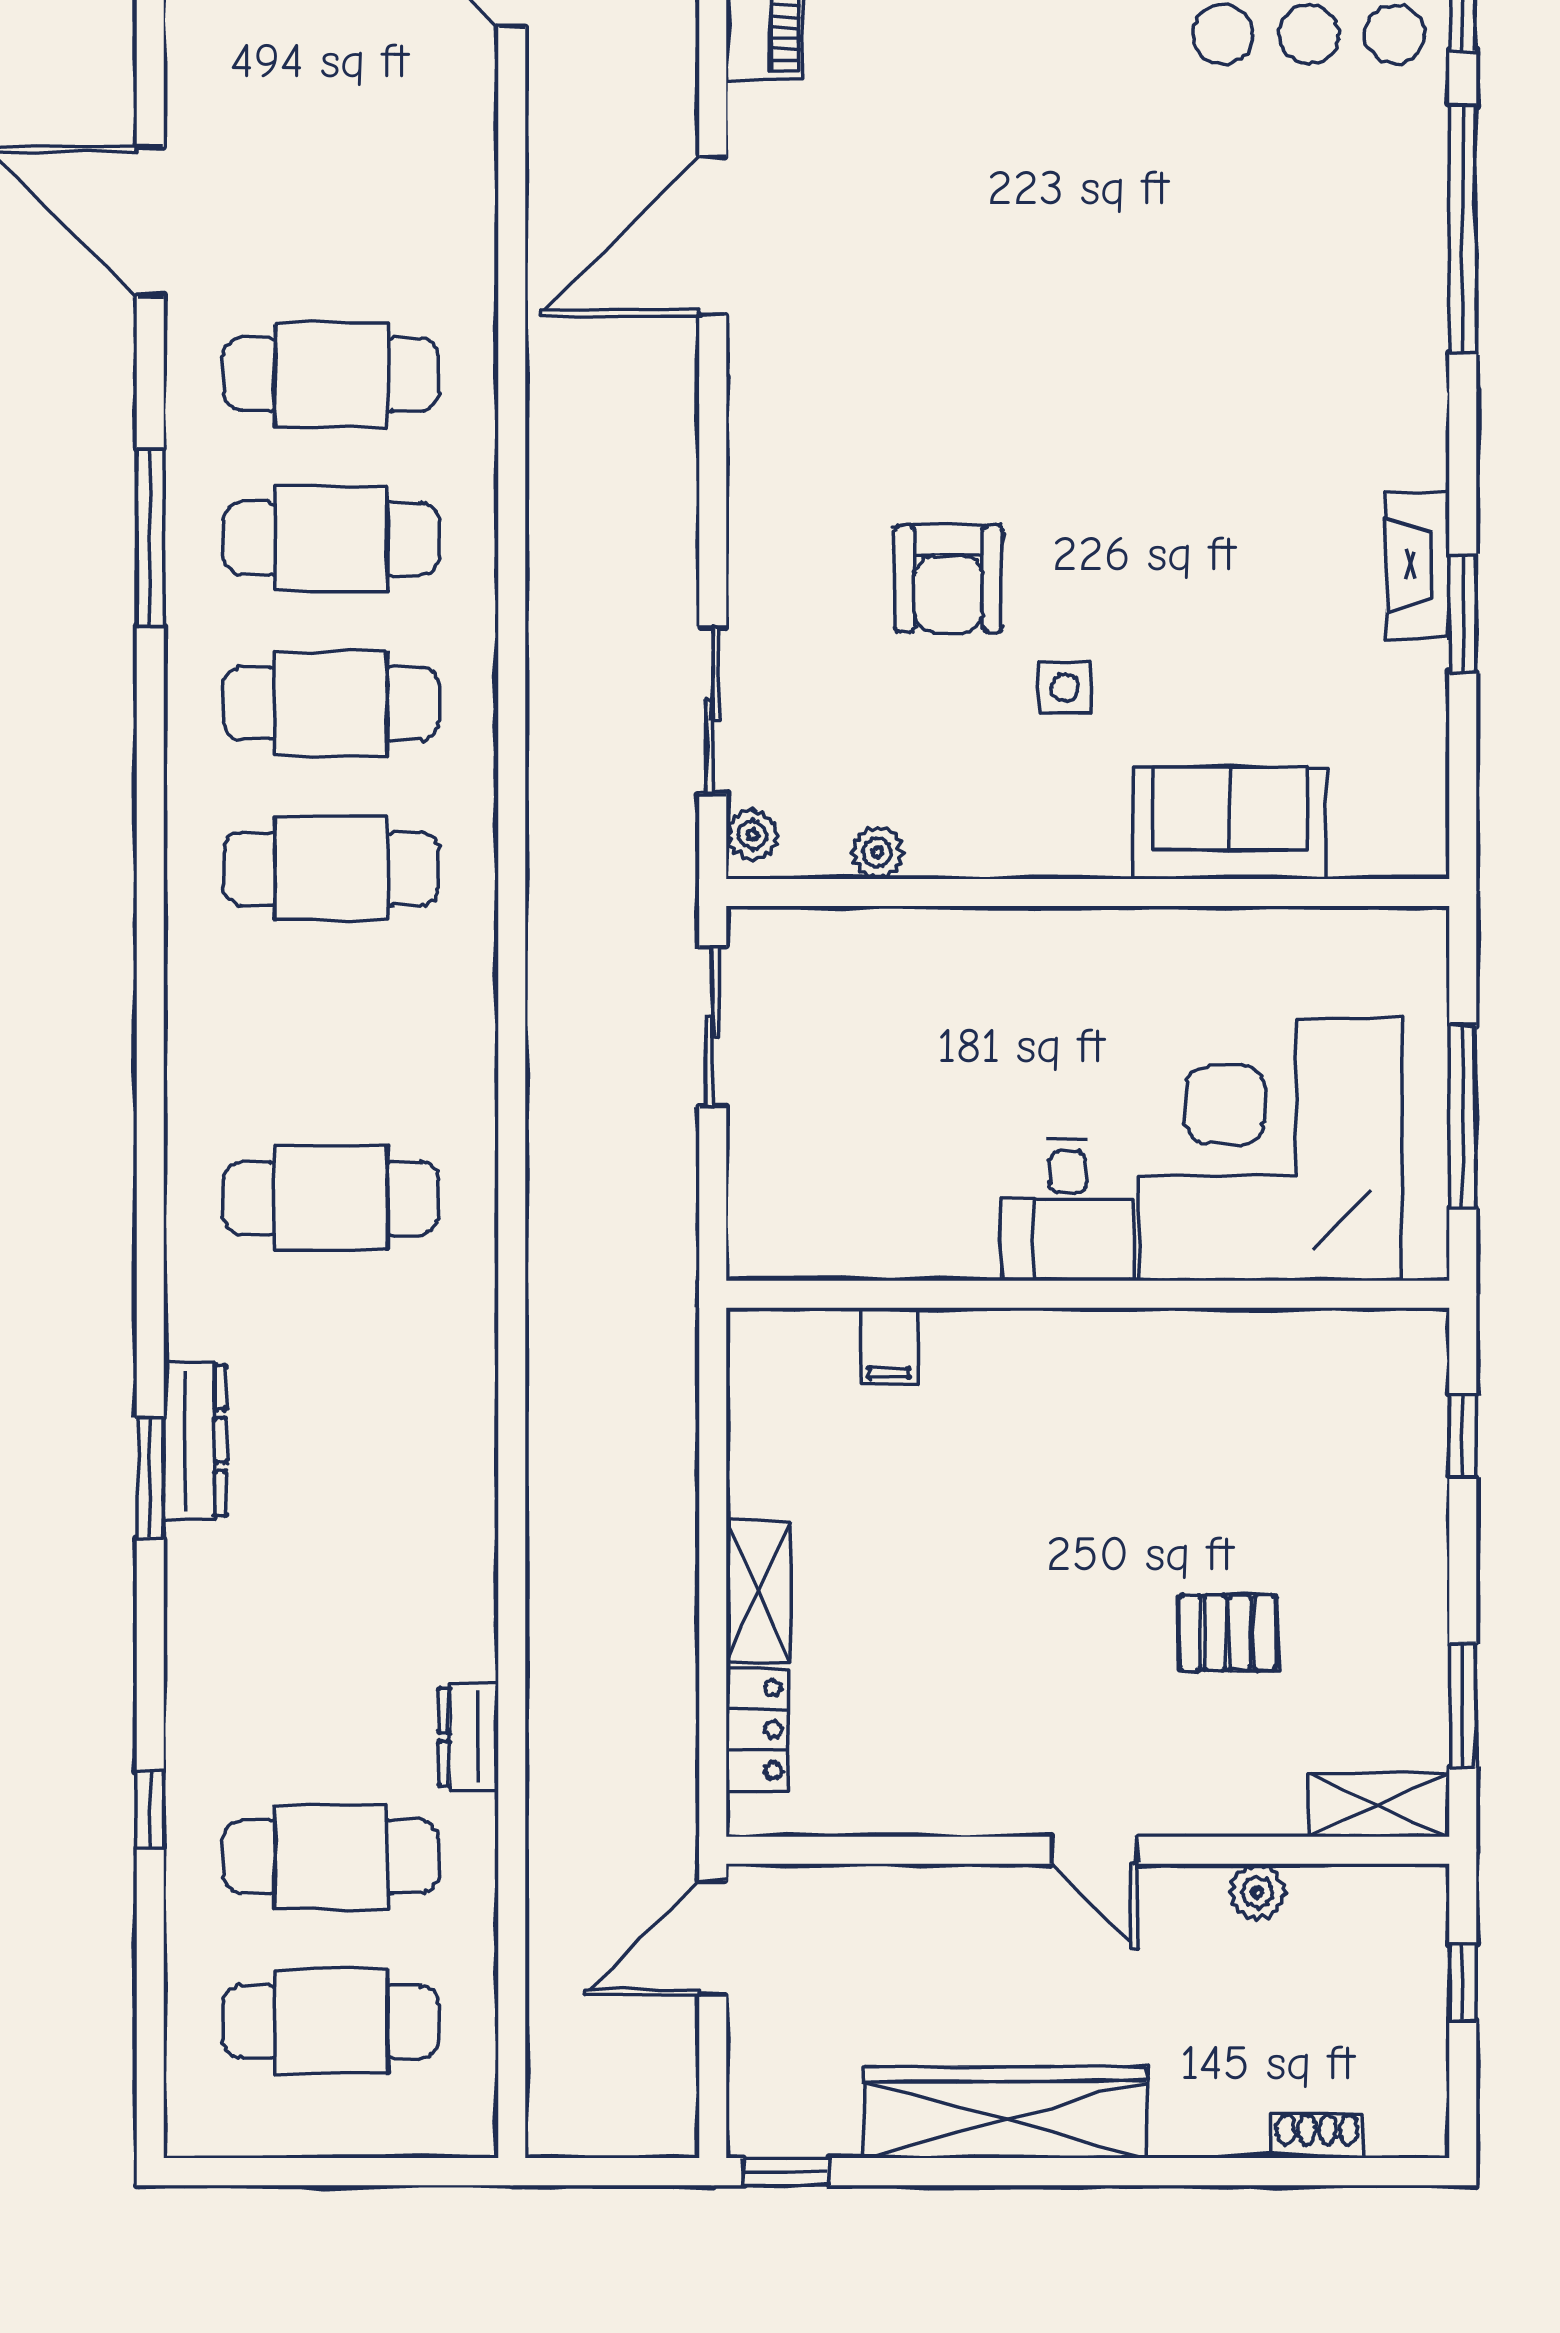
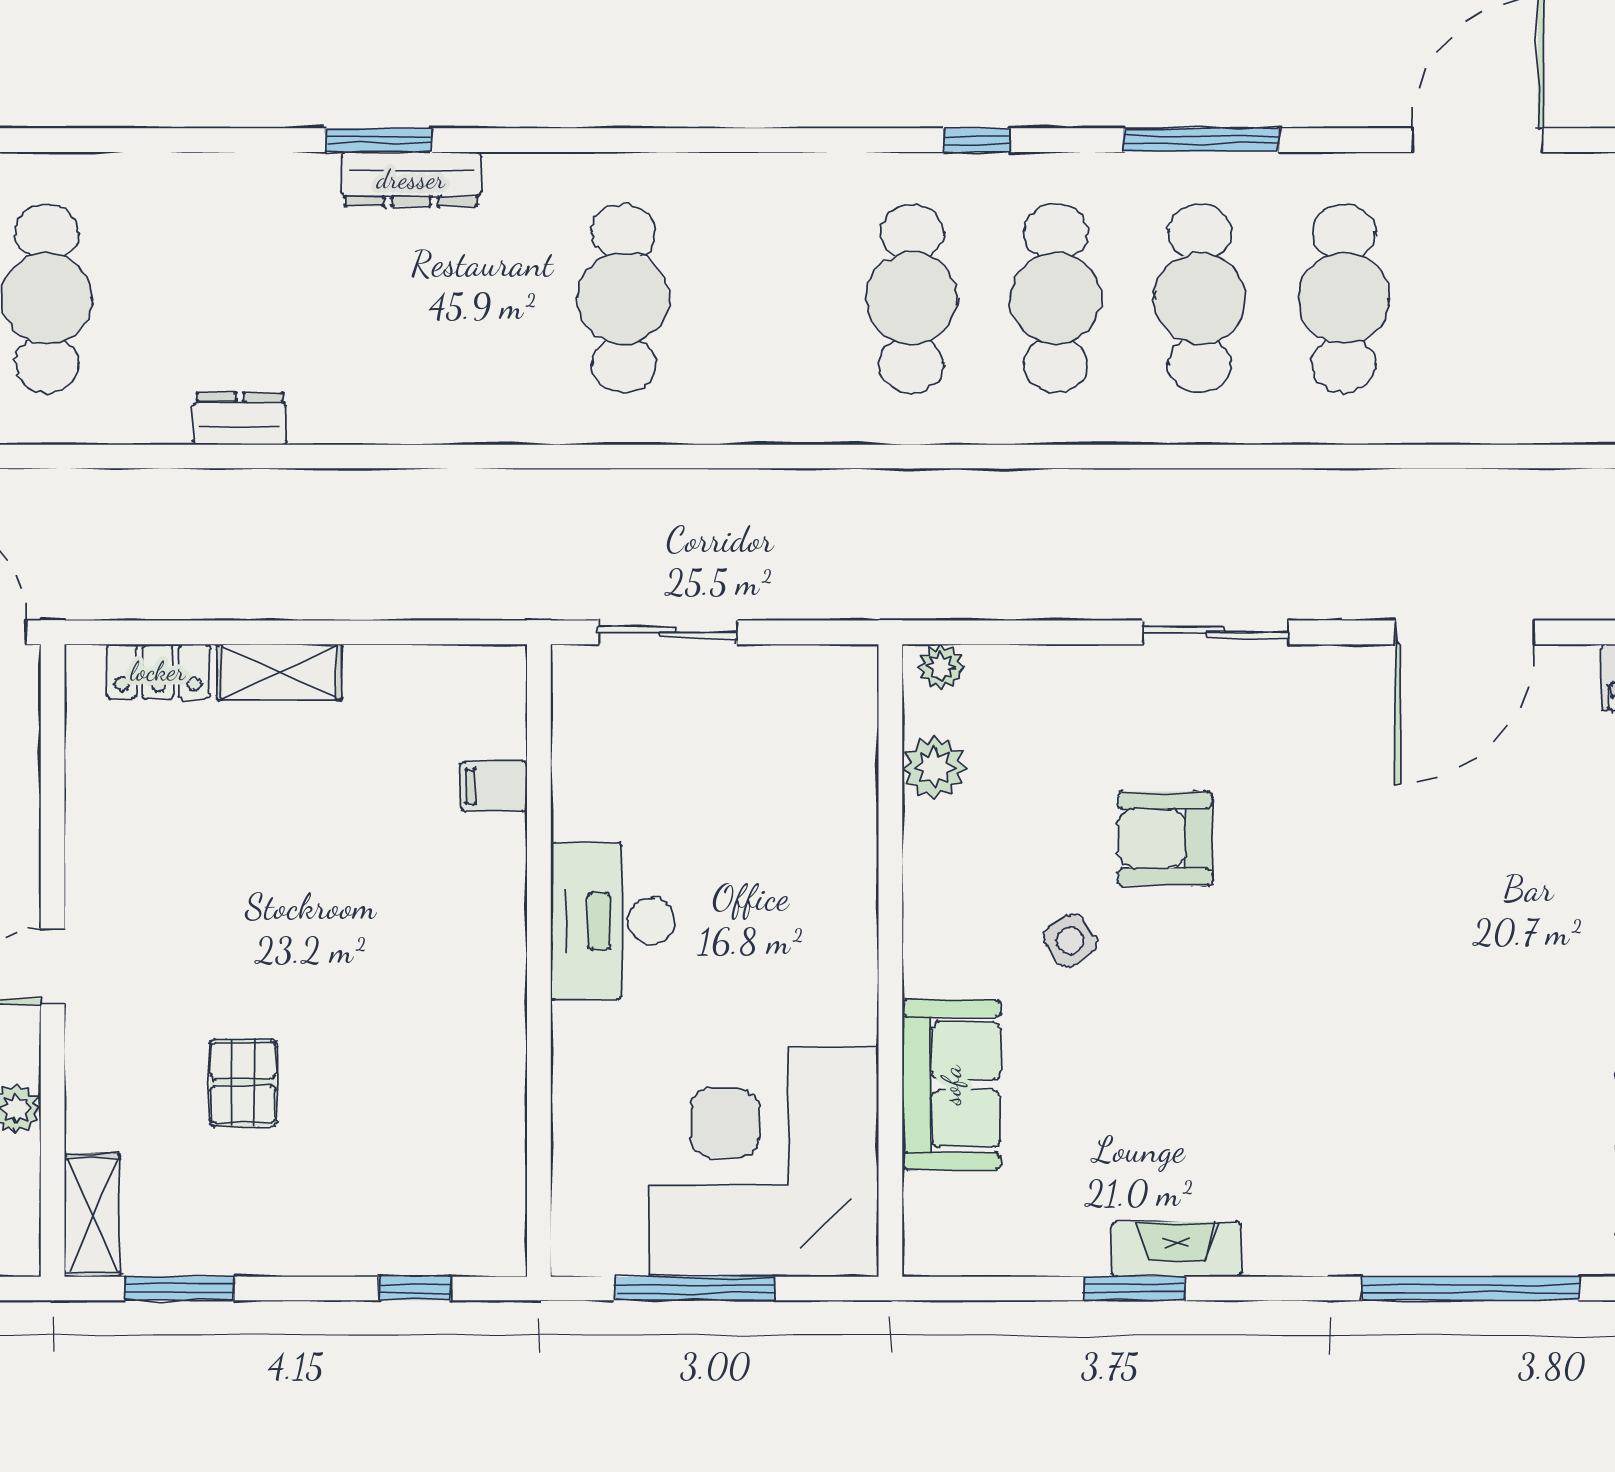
door: (713, 236) -> (1465, 632), swing flipped
side table: (1065, 687) -> (1070, 940), turned -38
sliding door: (713, 711) -> (1215, 632), moved
plant: (877, 852) -> (934, 768), width x1.38, depth x1.38
sliding door: (713, 1027) -> (668, 632), moved
corner desk: (1270, 1150) -> (764, 1162), moved, turned -90
desk: (1067, 1210) -> (613, 921), width x1.37
dresser: (469, 1737) -> (240, 419), moved
window: (150, 1809) -> (977, 140), moved

